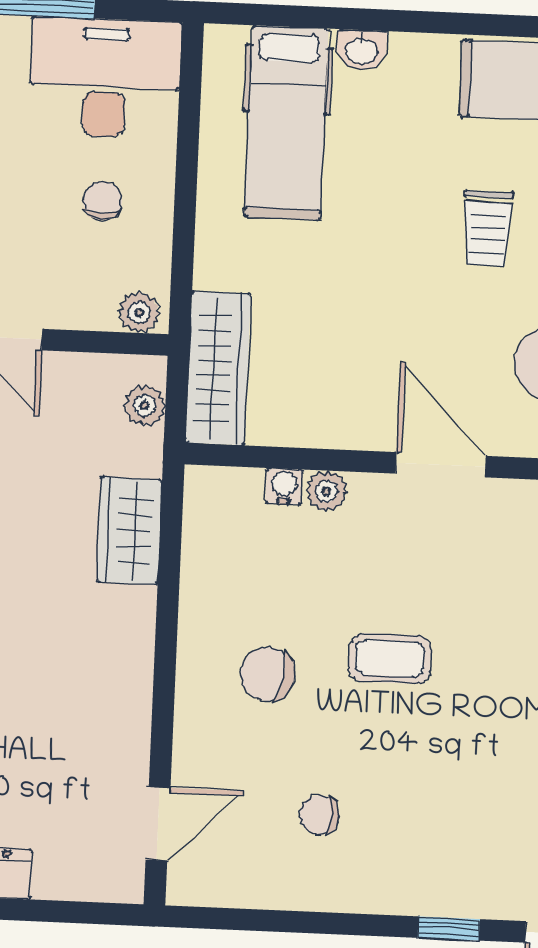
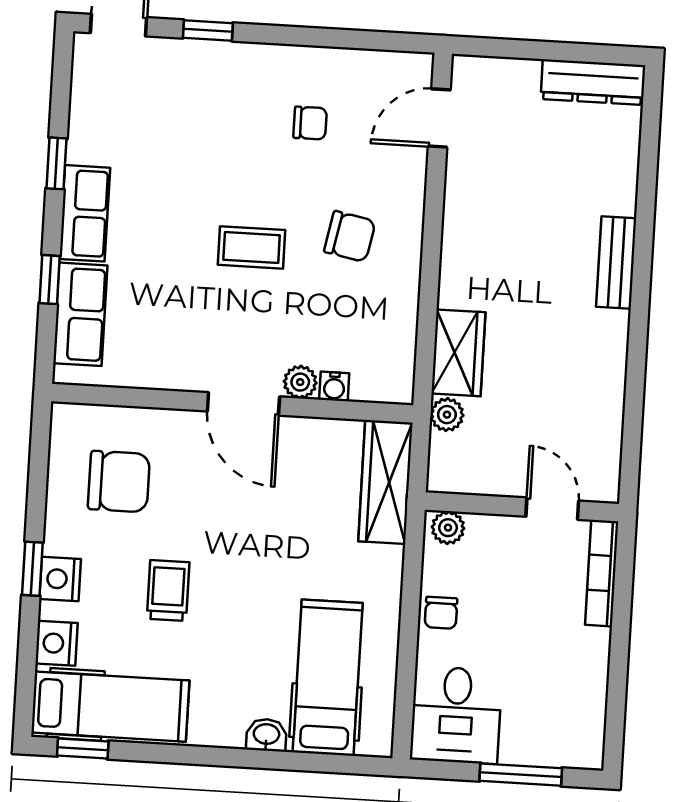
desk: (105, 78) -> (456, 715), width x0.73
chair: (103, 201) -> (441, 613), moved
plant: (145, 405) -> (447, 415), moved
door: (441, 465) -> (243, 404), moved

